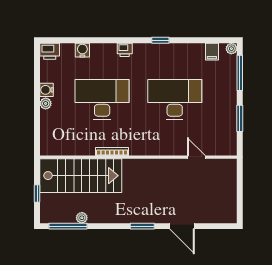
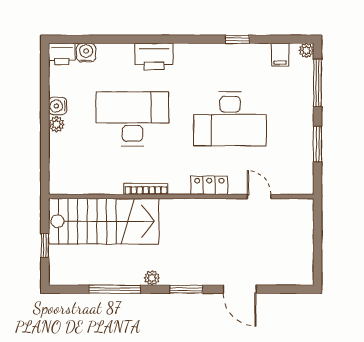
window: (160, 40) -> (237, 39), moved
water cooler: (82, 50) -> (86, 53), moved
printer: (125, 50) -> (154, 57), width x1.87, depth x1.48
desk: (175, 99) -> (230, 119), turned 180
locker: (159, 149) -> (209, 185), added
plant: (82, 218) -> (152, 278), moved
window: (68, 226) -> (115, 289), moved

